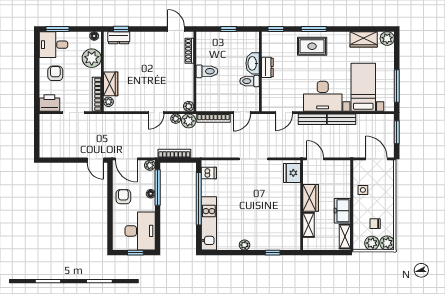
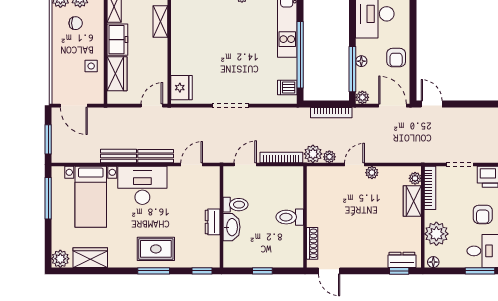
plant: (189, 106) -> (372, 173), moved
door: (315, 159) -> (152, 106), swing flipped
wardrobe: (311, 198) -> (117, 74), moved, turned 180

